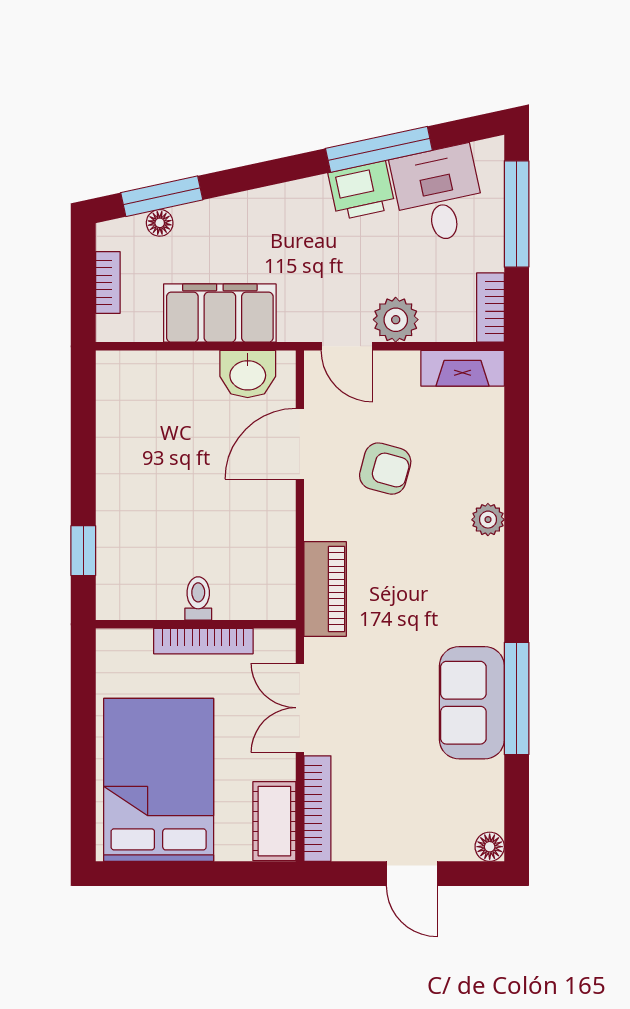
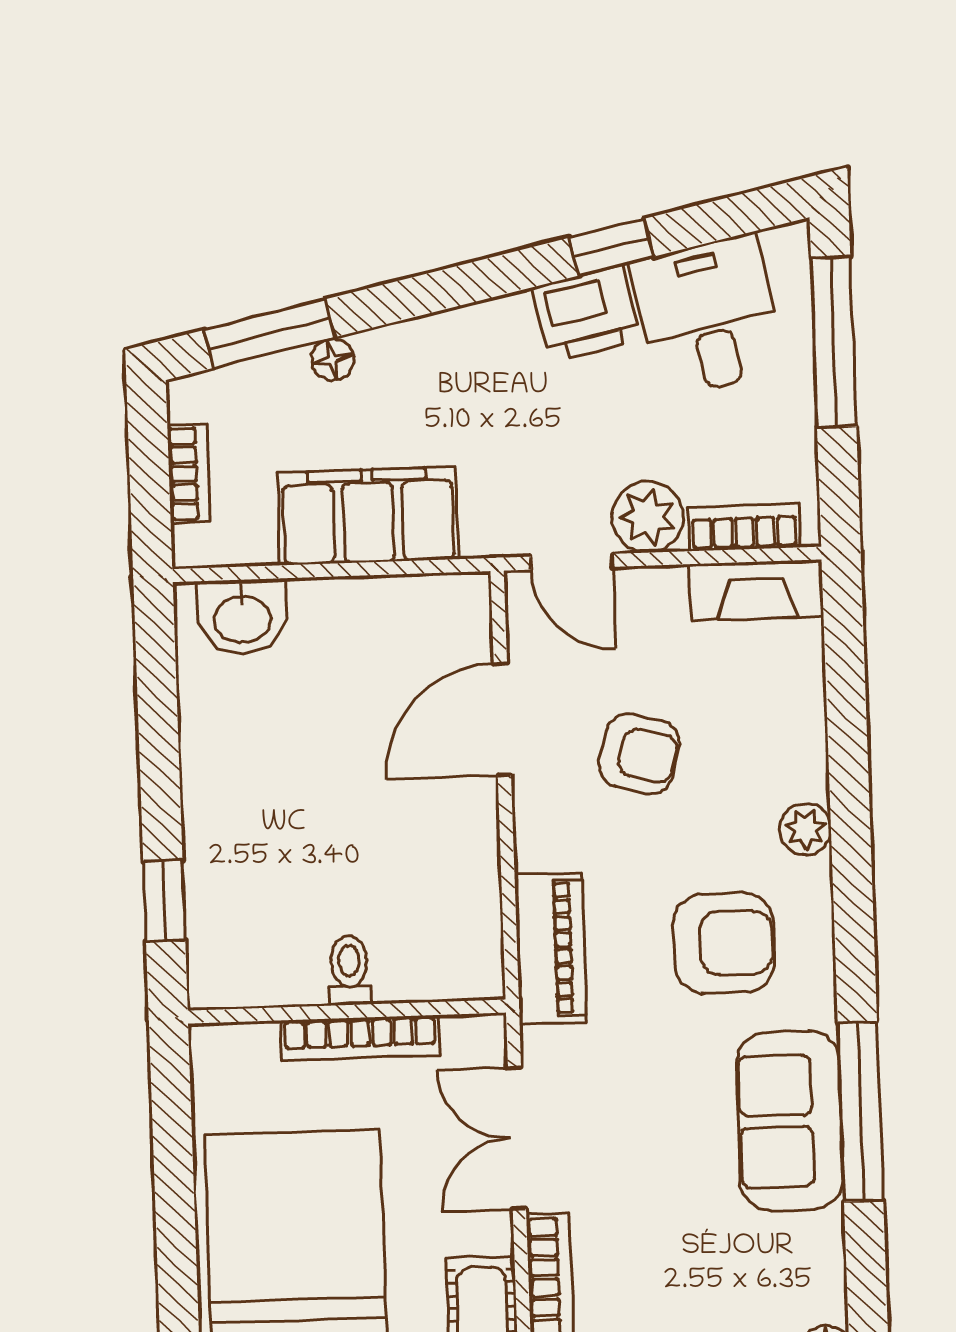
window: (379, 149) -> (612, 247), width x0.46
floor lamp: (160, 223) -> (333, 360), moved
bookcase: (490, 308) -> (744, 527), moved, turned 90
washbasin: (248, 374) -> (242, 617), moved
armchair: (434, 590) -> (724, 943), added

